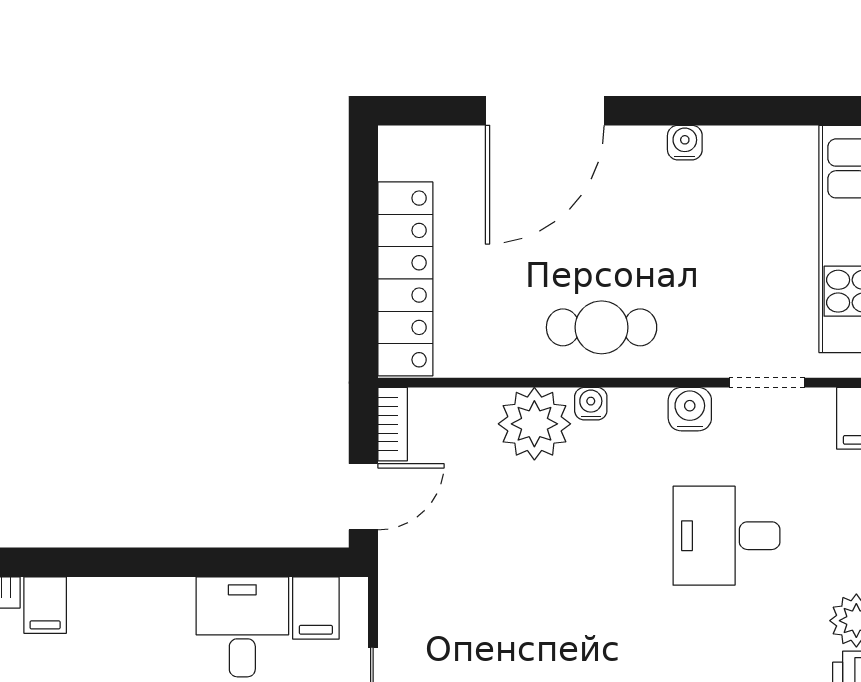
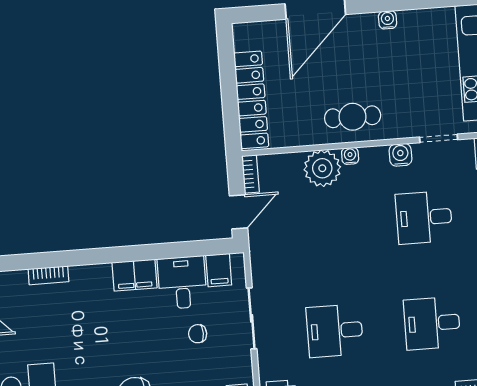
filing cabinet: (45, 605) -> (134, 275), moved, width x2.00

